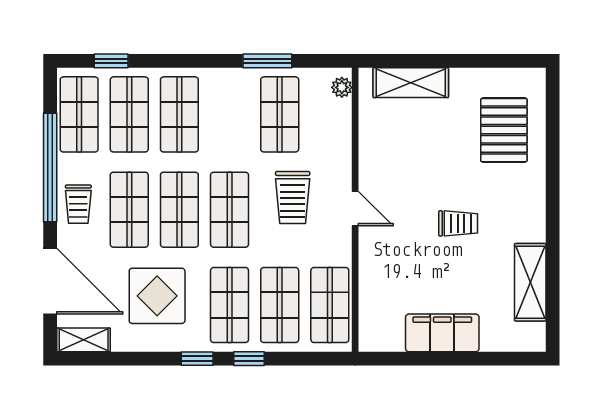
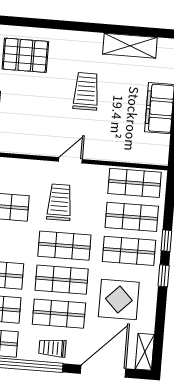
trolley: (293, 197) -> (60, 202), turned -90
trolley: (78, 204) -> (52, 348), turned 180
trolley: (458, 223) -> (86, 91), width x1.36, depth x1.39

